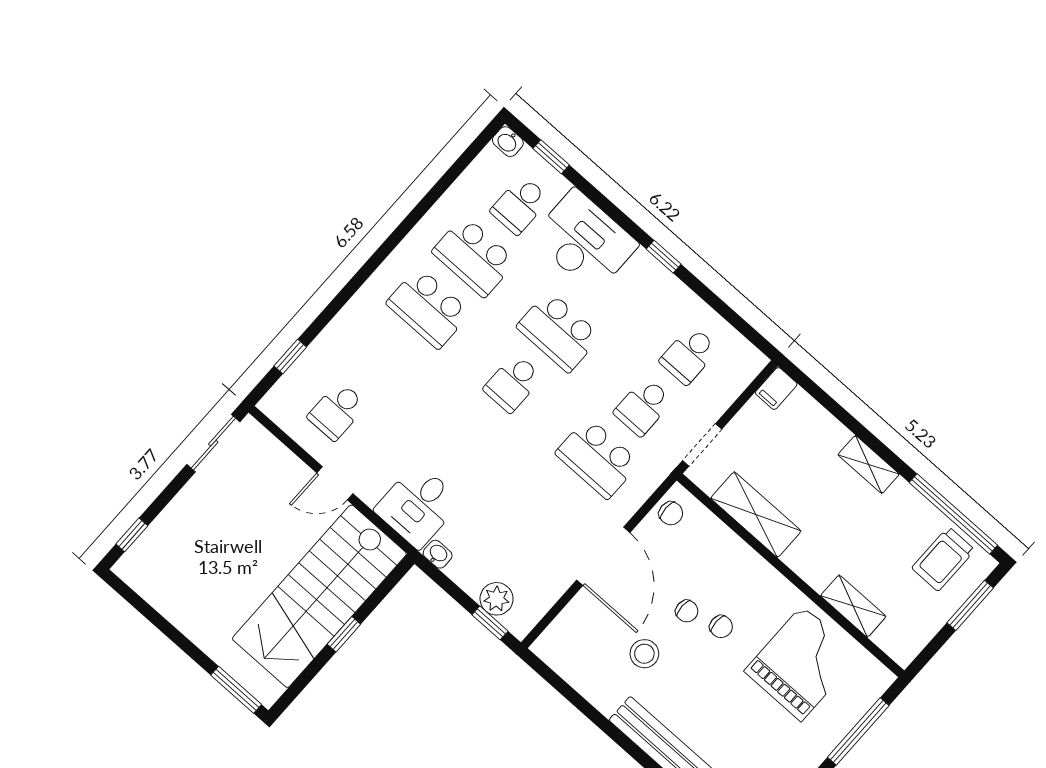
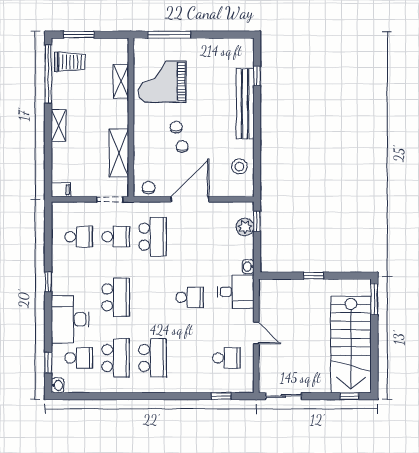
school desk: (513, 383) -> (190, 297), moved
stairs: (319, 596) -> (351, 344), moved, turned 90
stool: (644, 654) -> (239, 166), moved

